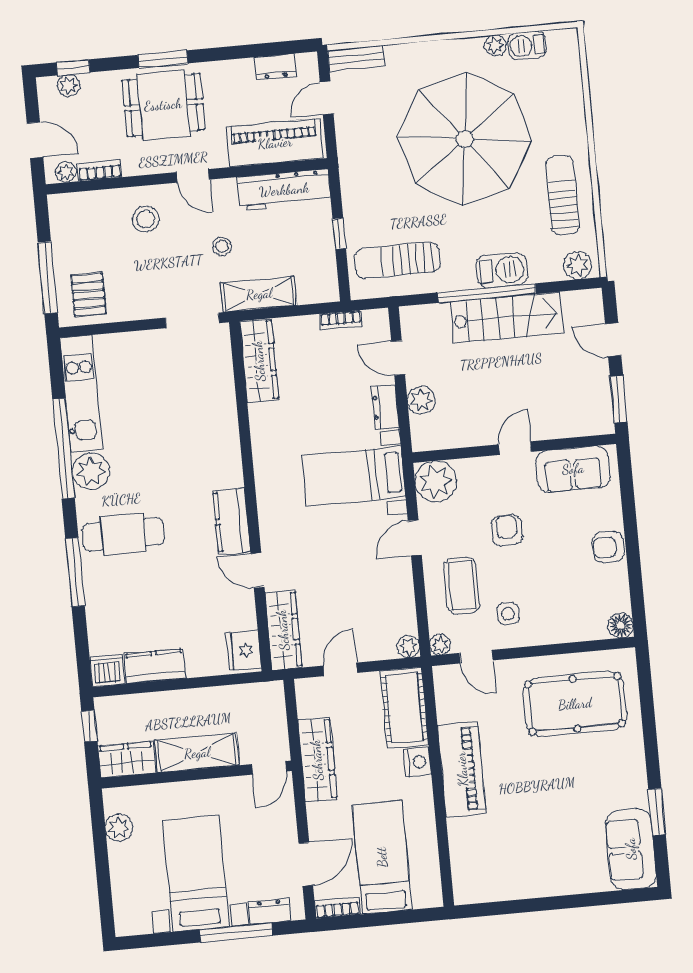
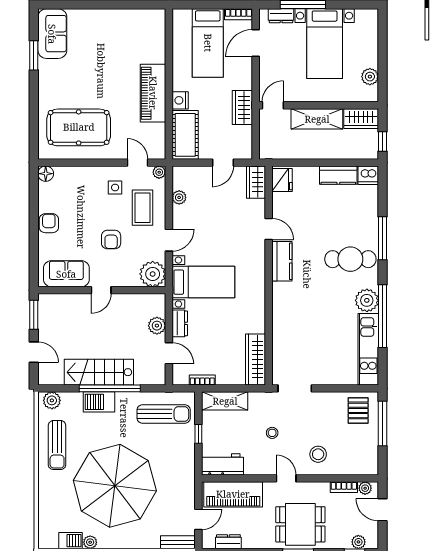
workbench: (284, 190) -> (222, 464), width x0.73
shelving: (259, 294) -> (225, 401), moved
armchair: (608, 547) -> (49, 223), turned -90
wardrobe: (283, 630) -> (256, 182), width x0.67
plant: (408, 647) -> (179, 197), moved
wardrobe: (317, 760) -> (242, 108), width x0.67

